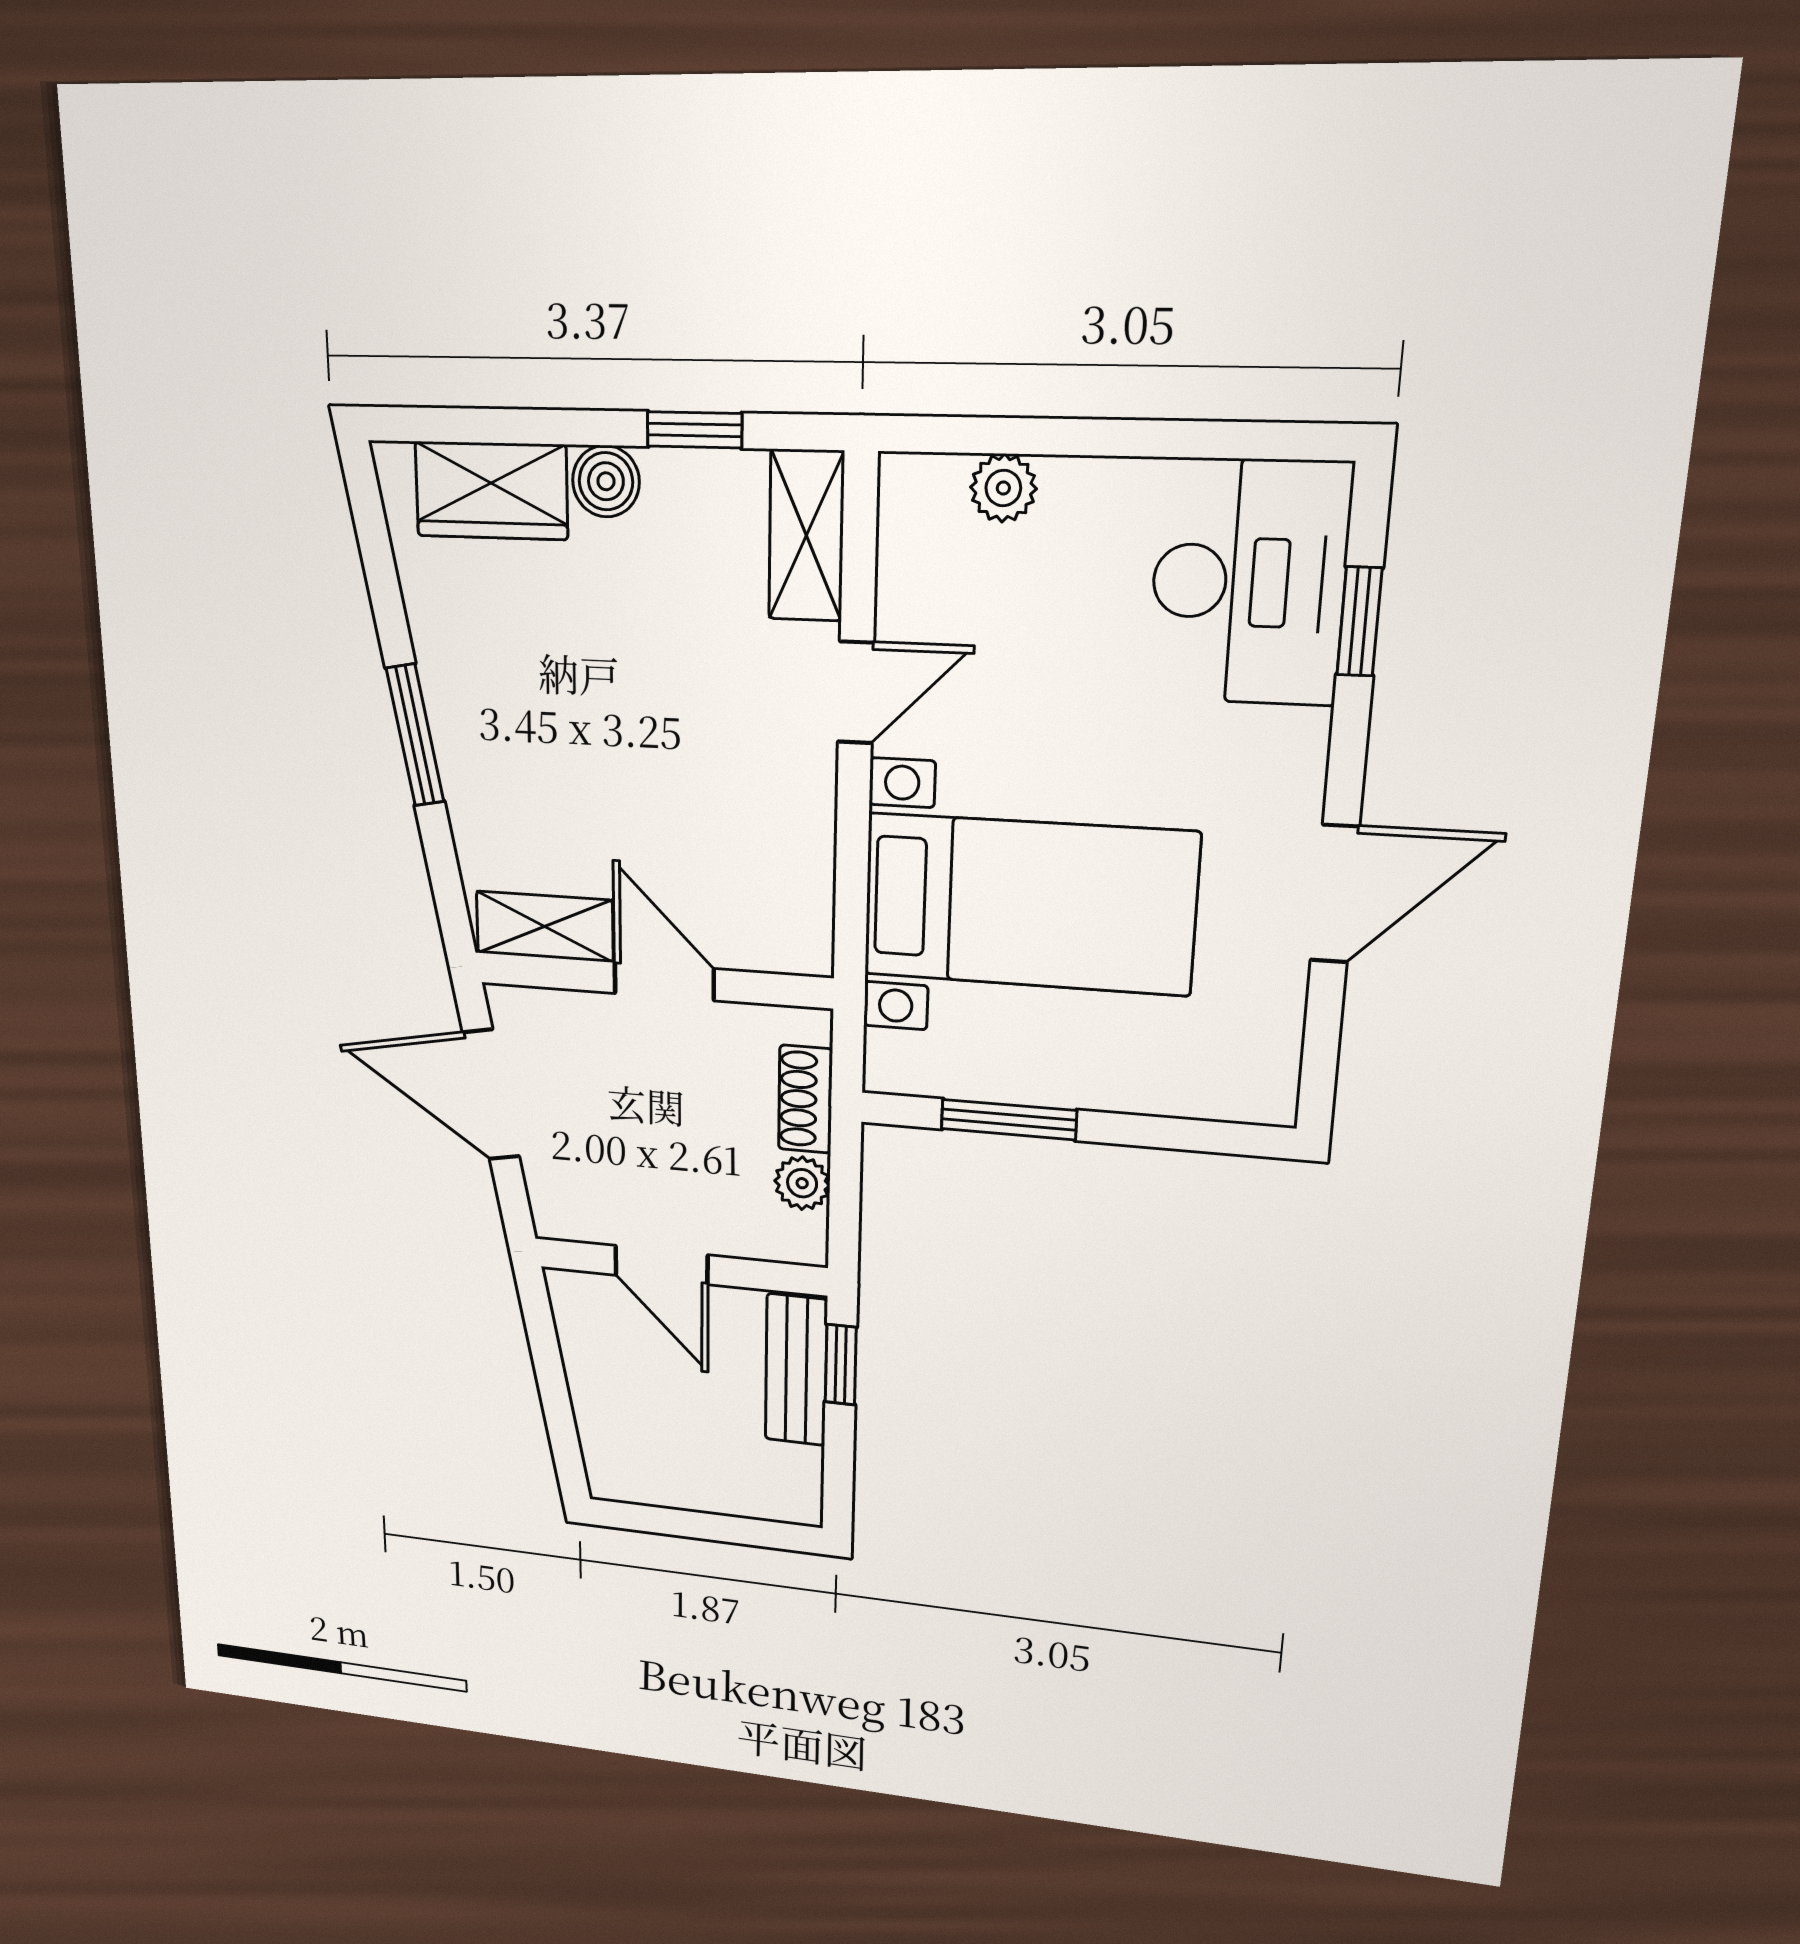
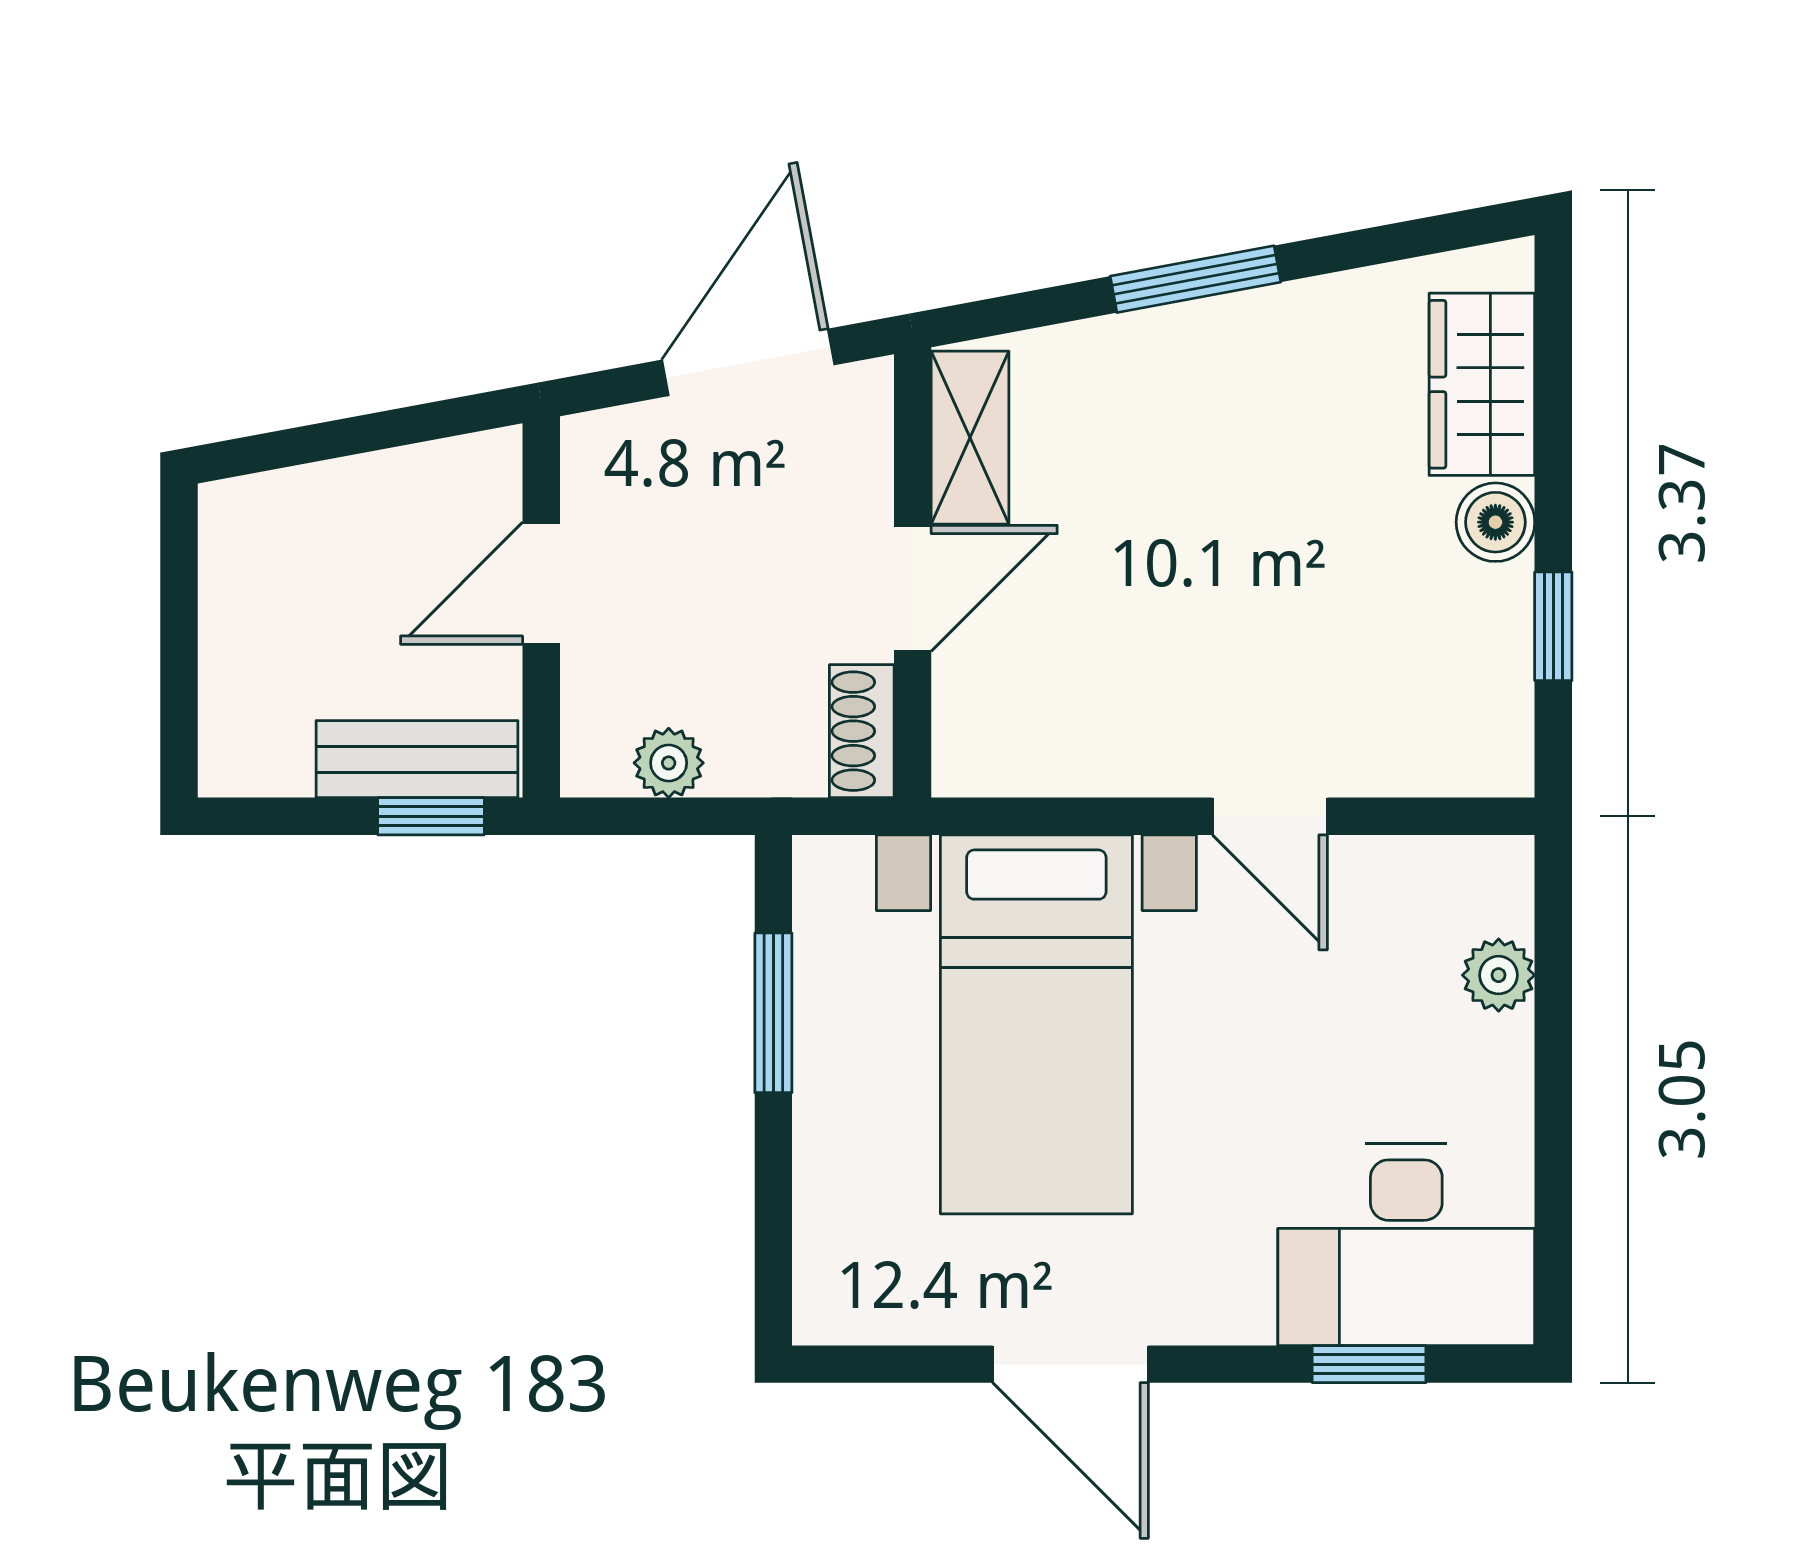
shelving: (806, 536) -> (1442, 756), removed
shoe rack: (805, 1099) -> (862, 731), moved, turned -90

